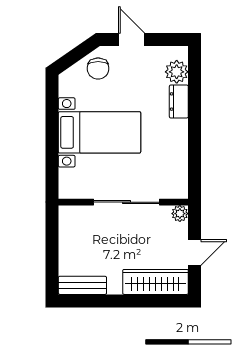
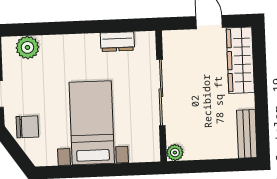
dresser: (179, 102) -> (117, 42), moved
plant: (180, 214) -> (175, 153), moved

